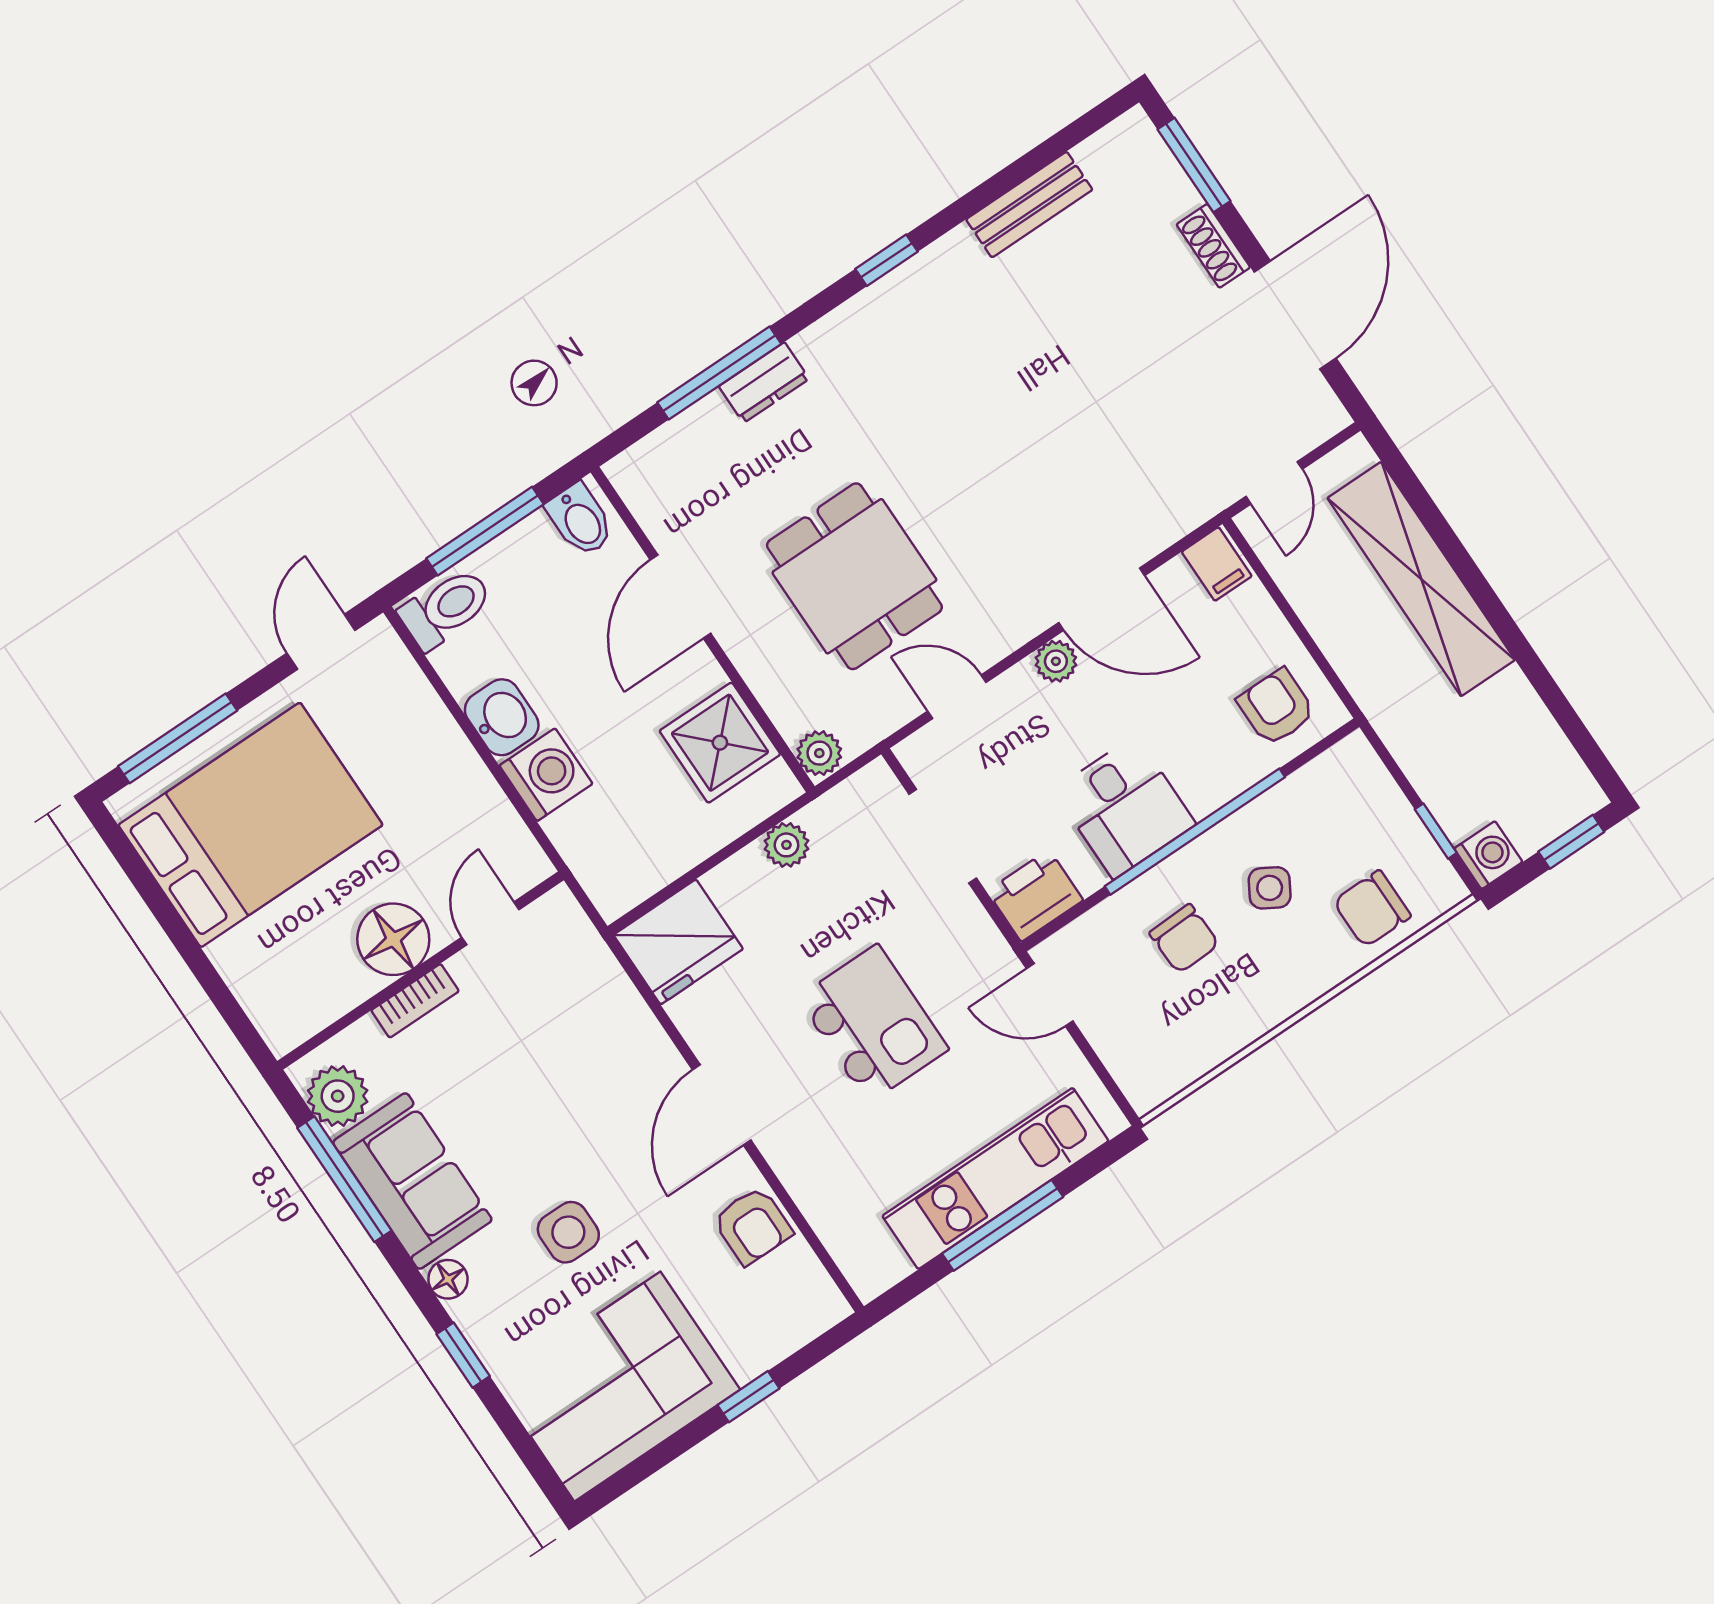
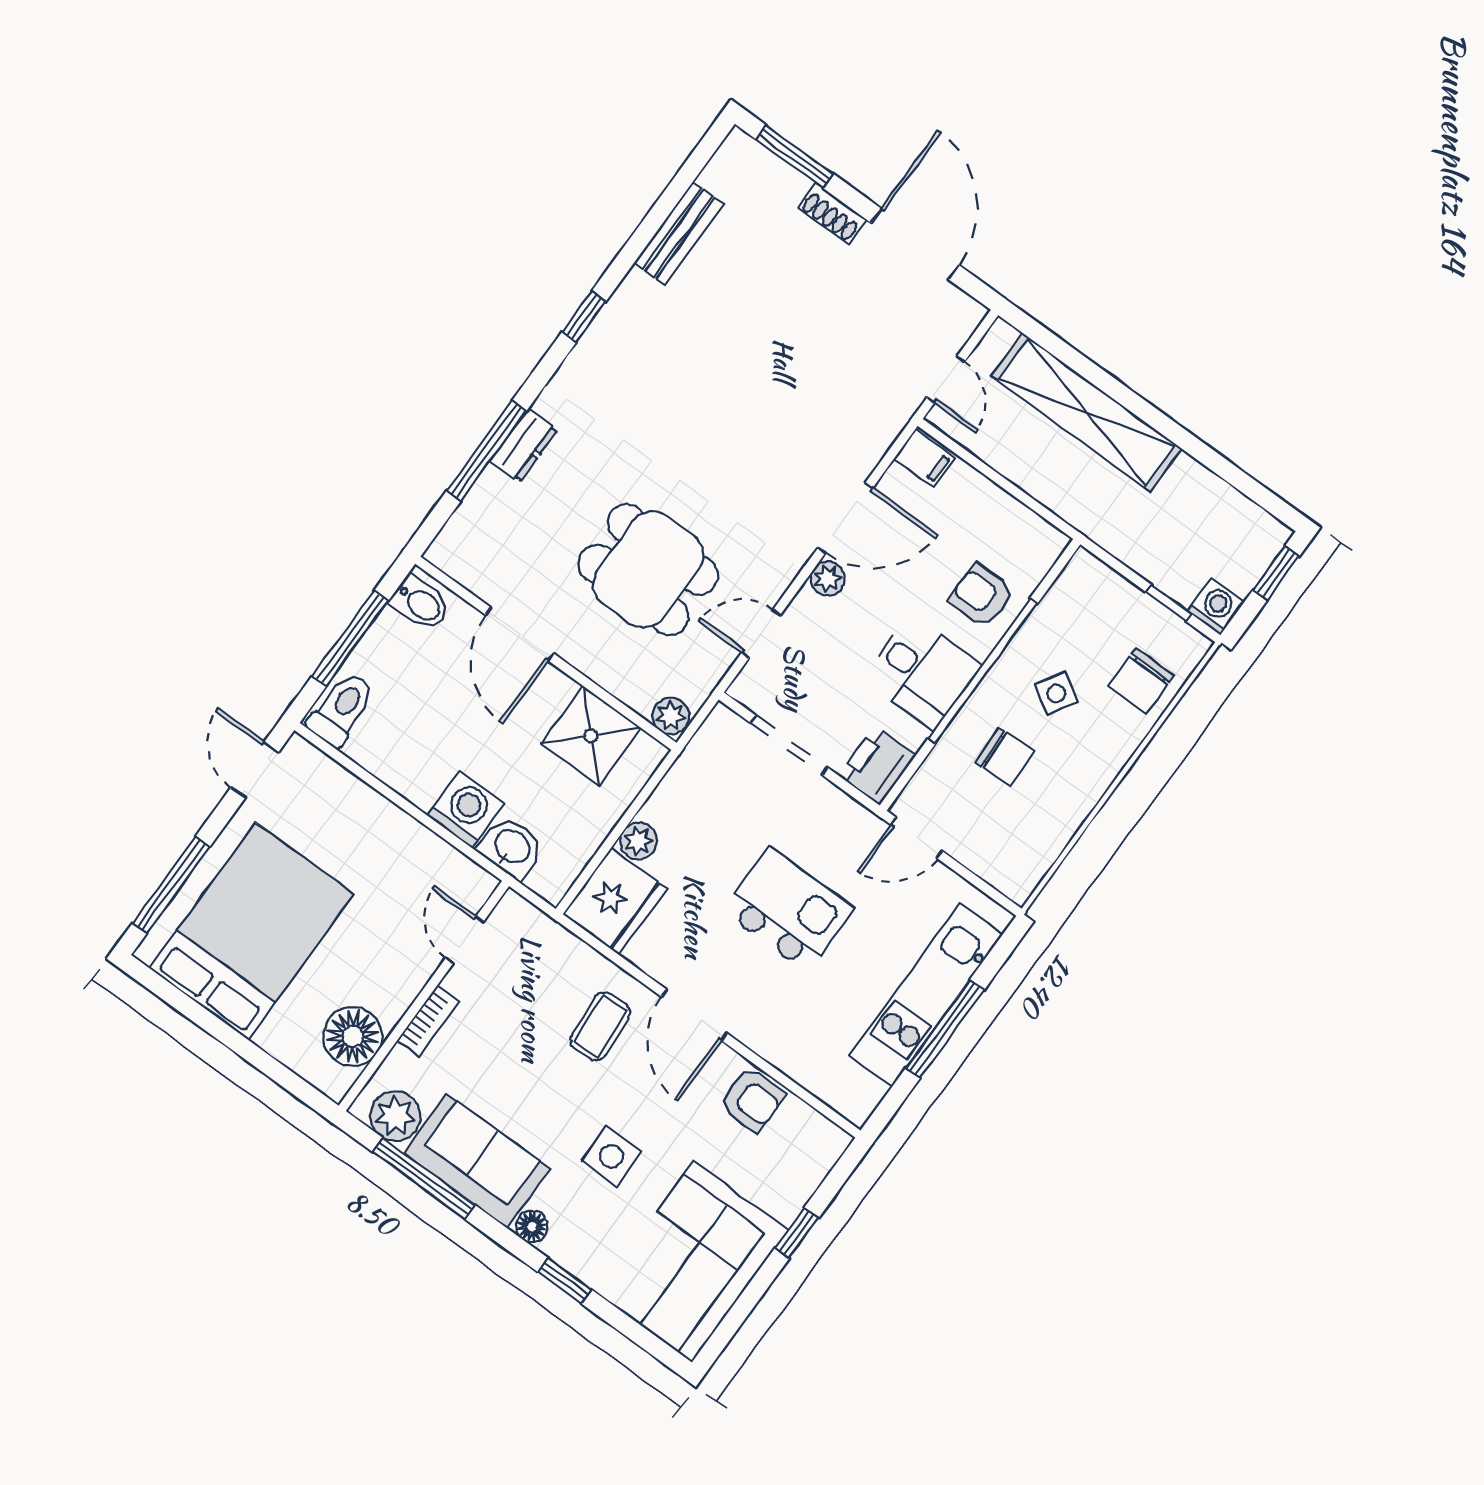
armchair: (1276, 707) -> (981, 595), moved
washbasin: (502, 717) -> (512, 847), moved
plant: (786, 845) -> (638, 841), moved
floor lamp: (393, 939) -> (353, 1036), moved
coffee table: (609, 1079) -> (600, 1026), added

